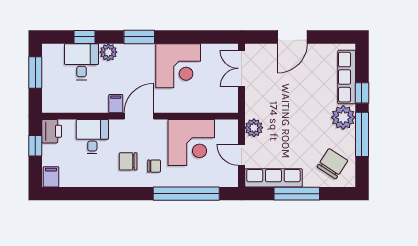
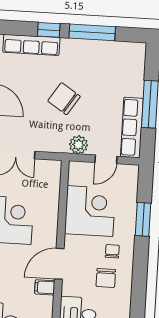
door: (139, 116) -> (59, 264), hinge flipped
plant: (343, 117) -> (73, 51), removed
chair: (332, 164) -> (64, 99), moved
window: (186, 194) -> (143, 219), width x0.47

